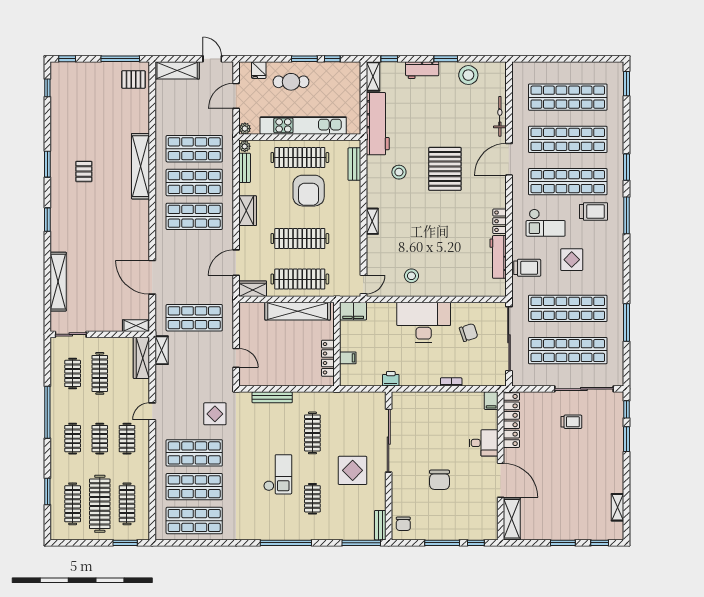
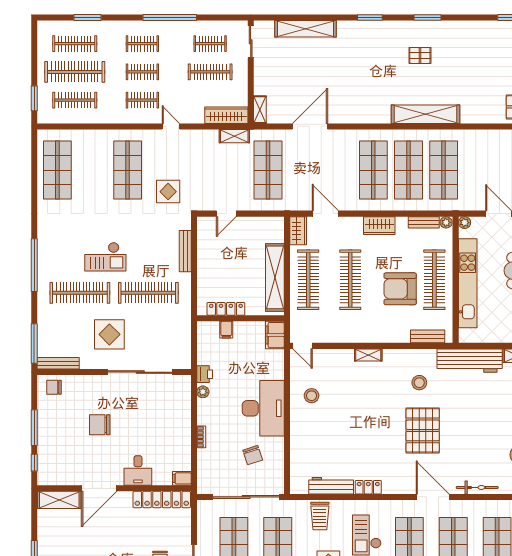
pallet: (445, 169) -> (423, 430), turned 90
plant: (408, 380) -> (203, 392), added
clothes rail: (312, 433) -> (148, 293), width x1.37, depth x1.31
shop shelf: (194, 487) -> (92, 170), removed
clothes rail: (312, 499) -> (80, 293), width x1.86, depth x1.31
bench: (380, 525) -> (58, 363), width x1.36

